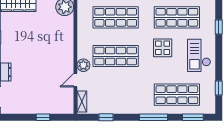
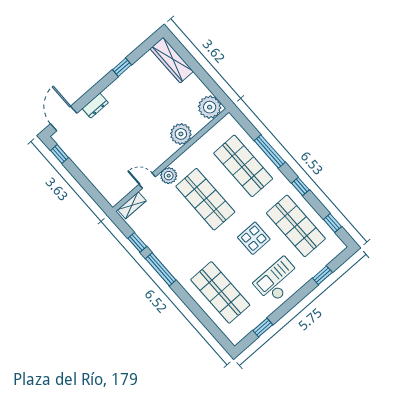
plant: (66, 37) -> (181, 134), added
window: (43, 117) -> (59, 154), moved
window: (153, 117) -> (161, 269), moved
window: (193, 117) -> (212, 327), removed

